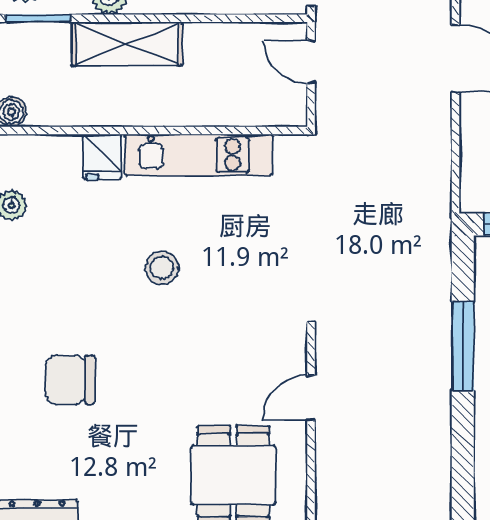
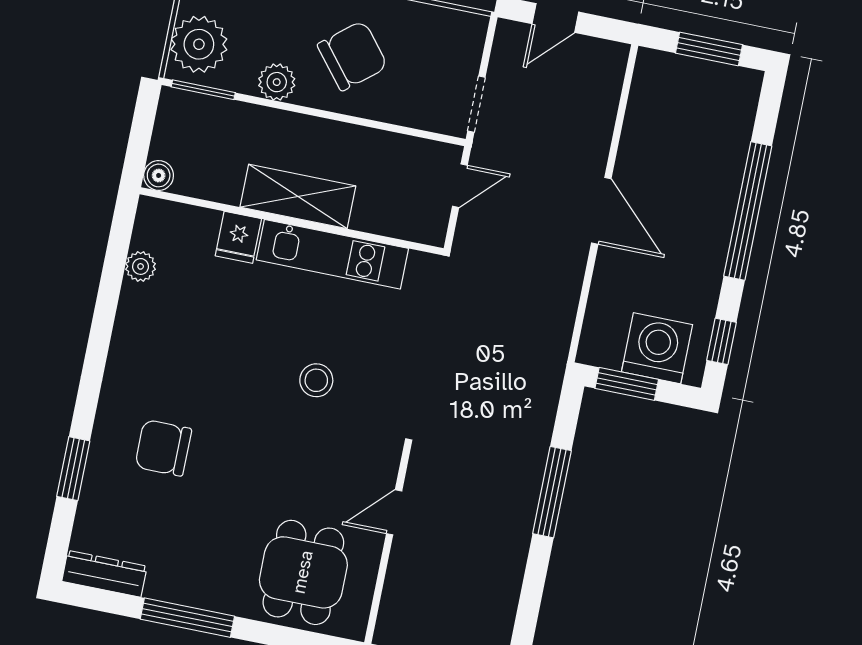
shelving: (127, 44) -> (298, 196), moved
door: (311, 62) -> (460, 186), swing flipped
stool: (162, 268) -> (316, 380), moved

